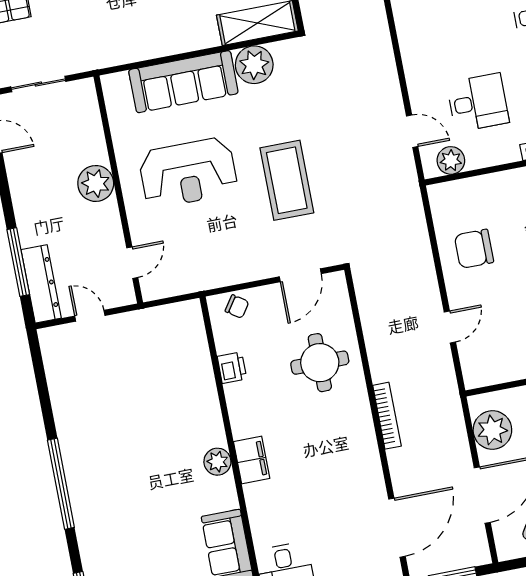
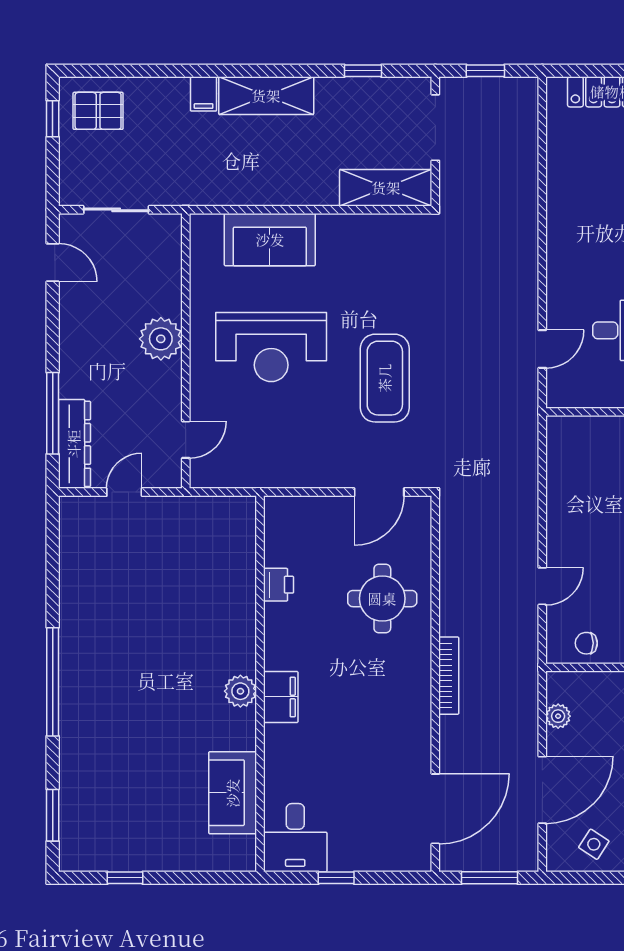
plant: (254, 65) -> (373, 236), removed
sofa: (183, 82) -> (270, 240), width x0.73
door: (412, 131) -> (542, 349), hinge flipped
plant: (451, 160) -> (581, 392), removed
chair: (474, 249) -> (586, 643), moved, width x0.54, depth x0.54
chair: (237, 307) -> (298, 514), removed
door: (90, 316) -> (124, 492), hinge flipped
plant: (492, 430) -> (558, 716), width x0.53, depth x0.53

